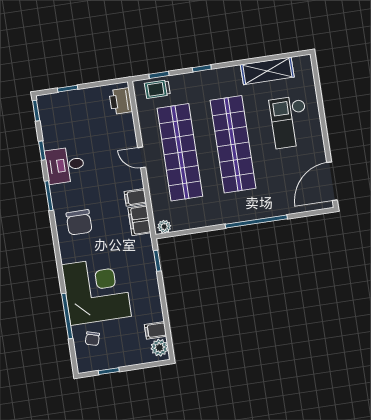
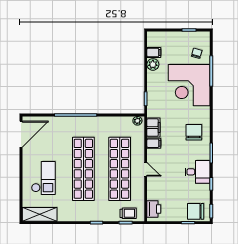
shelving: (267, 71) -> (40, 214), moved
chair: (59, 107) -> (196, 211), added
plant: (159, 348) -> (153, 64), moved

